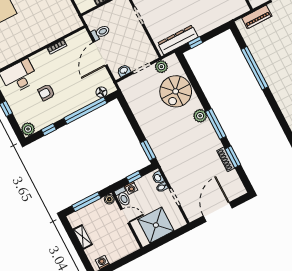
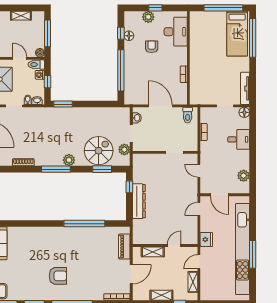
toilet: (101, 32) -> (188, 115), moved
dresser: (178, 40) -> (139, 201), moved
spiral stairs: (176, 91) -> (99, 151), turned 90
floor lamp: (101, 92) -> (129, 36), moved
plant: (28, 129) -> (148, 17), moved
window: (233, 157) -> (102, 169), moved
door: (125, 216) -> (20, 58), swing flipped

